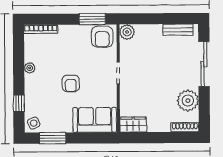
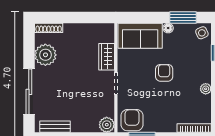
wardrobe: (133, 125) -> (107, 57), moved, turned 90
floor lamp: (67, 128) -> (168, 28), added

